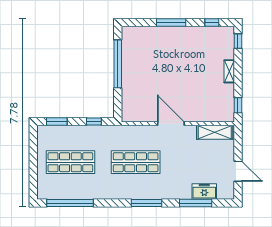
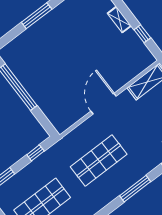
window: (238, 105) -> (142, 34), moved
door: (171, 124) -> (104, 104), hinge flipped

